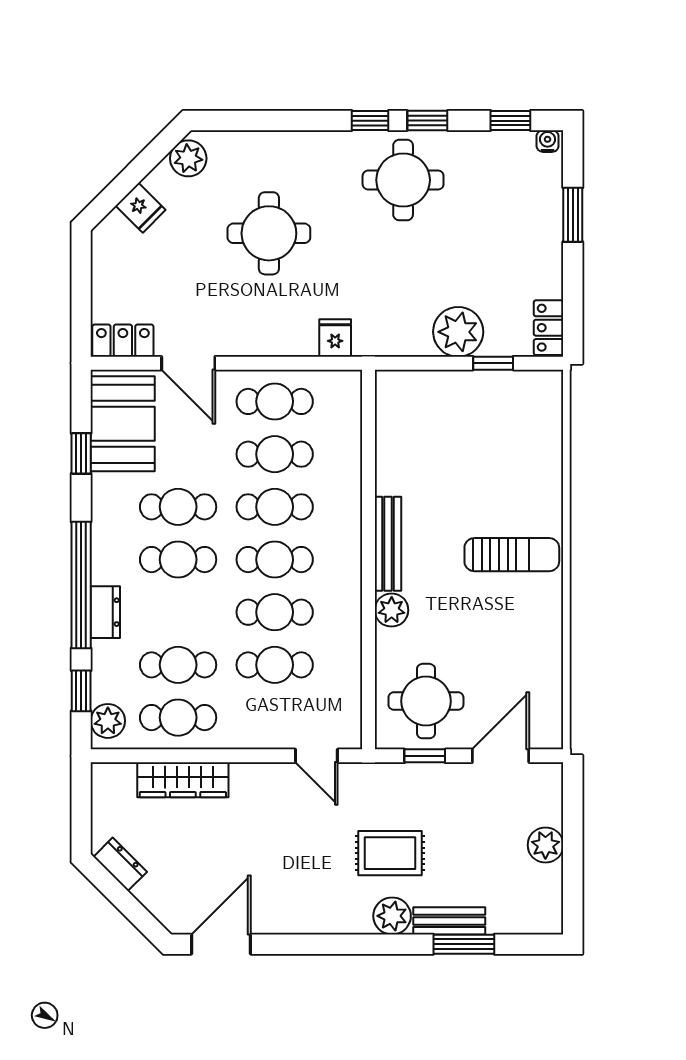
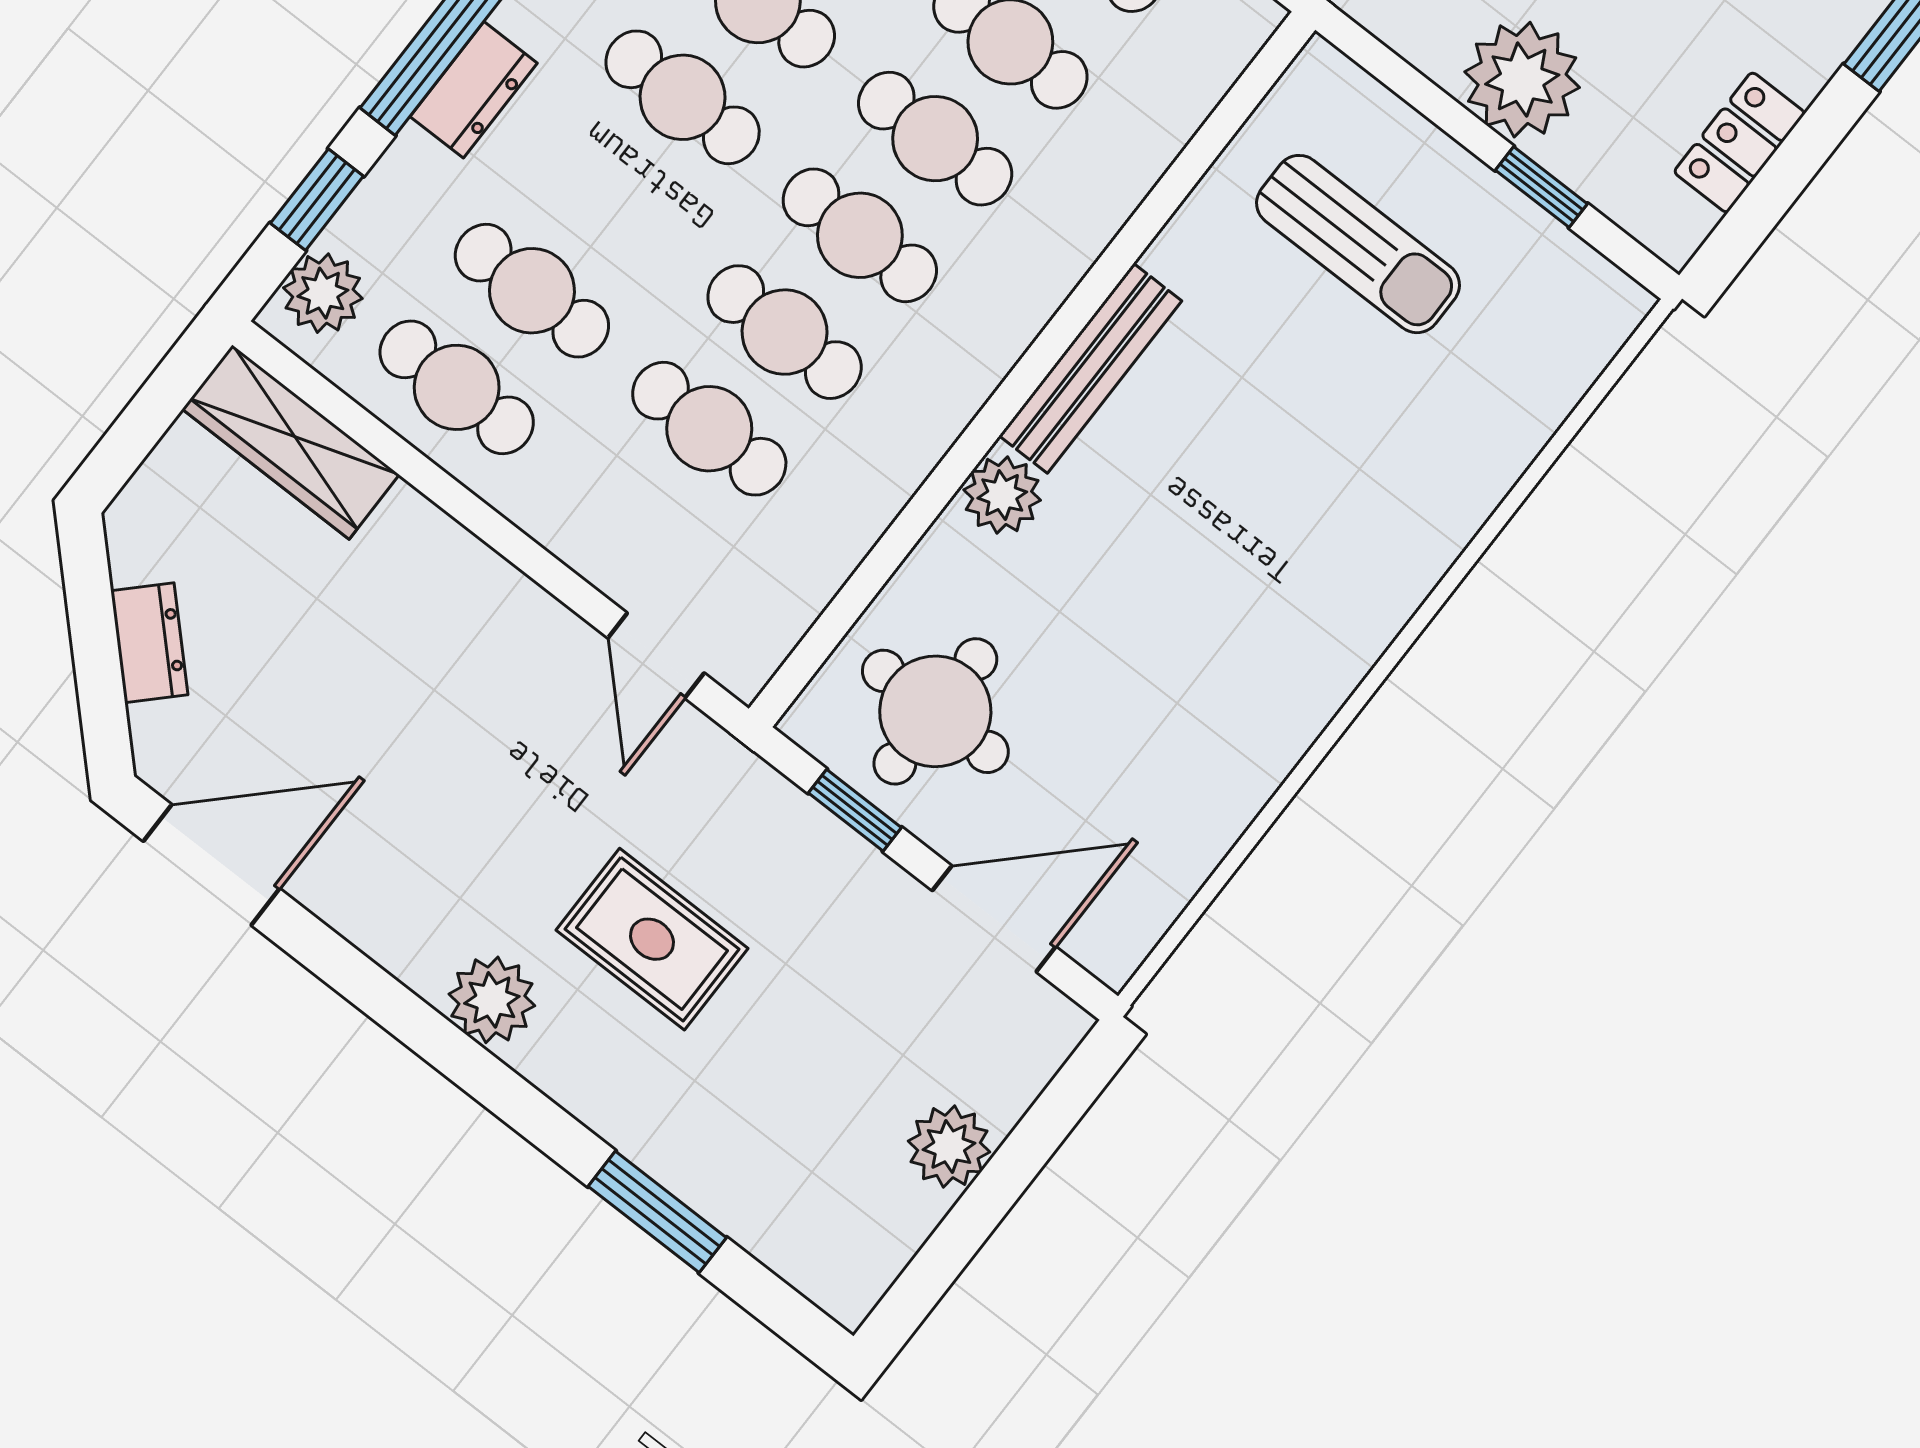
locker: (548, 328) -> (1739, 142), moved
sun lounger: (512, 555) -> (1358, 244), moved
wardrobe: (183, 780) -> (291, 442), moved
dresser: (120, 864) -> (149, 643), moved
plant: (392, 916) -> (492, 1000), moved
bench: (449, 921) -> (664, 1148), removed

